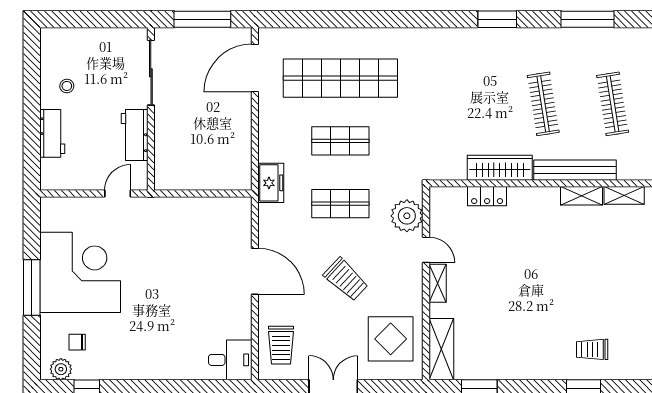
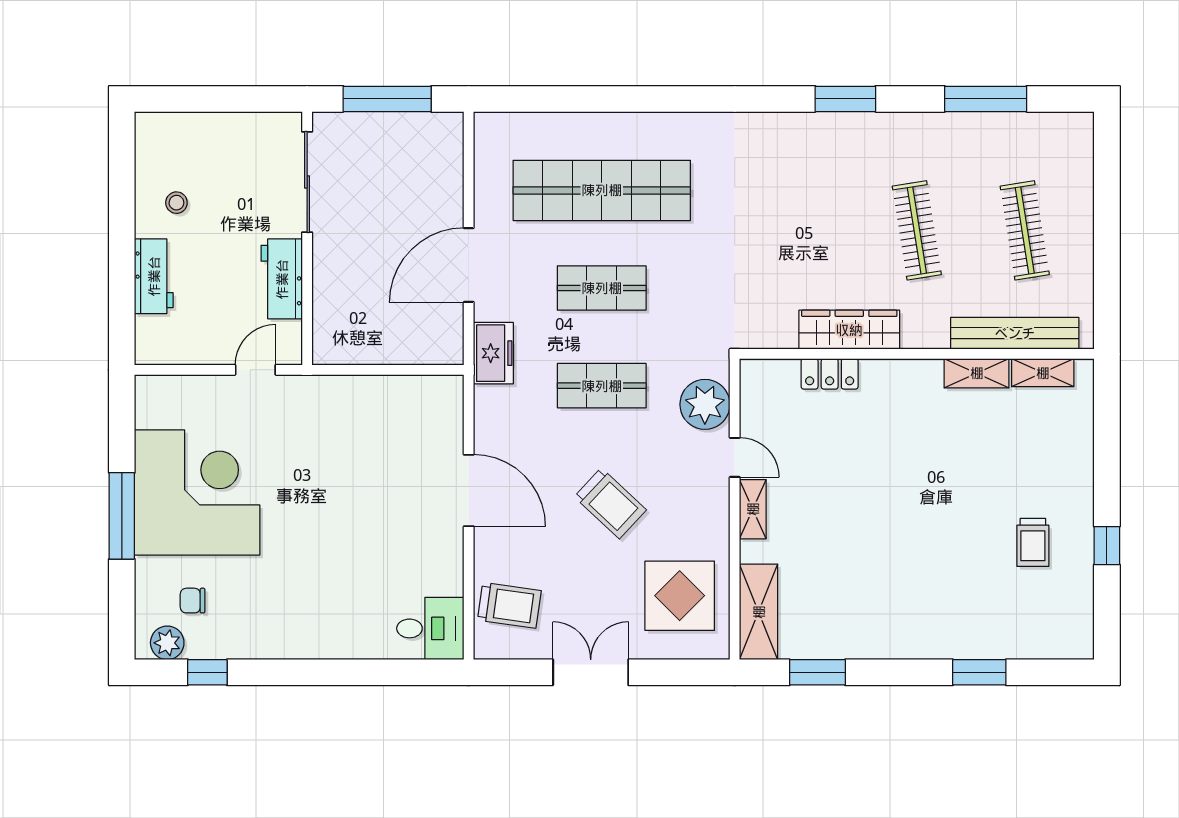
door: (255, 68) -> (469, 265), moved
bench: (575, 170) -> (1015, 333), moved
trolley: (281, 345) -> (509, 605), turned -82
trolley: (592, 349) -> (1033, 542), moved, turned -90

